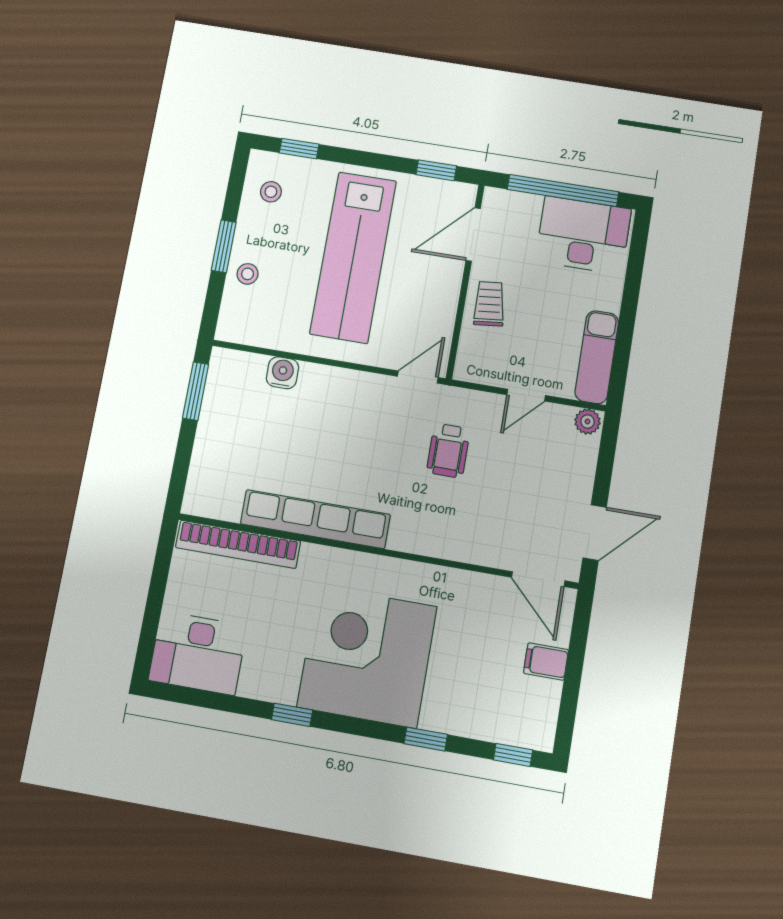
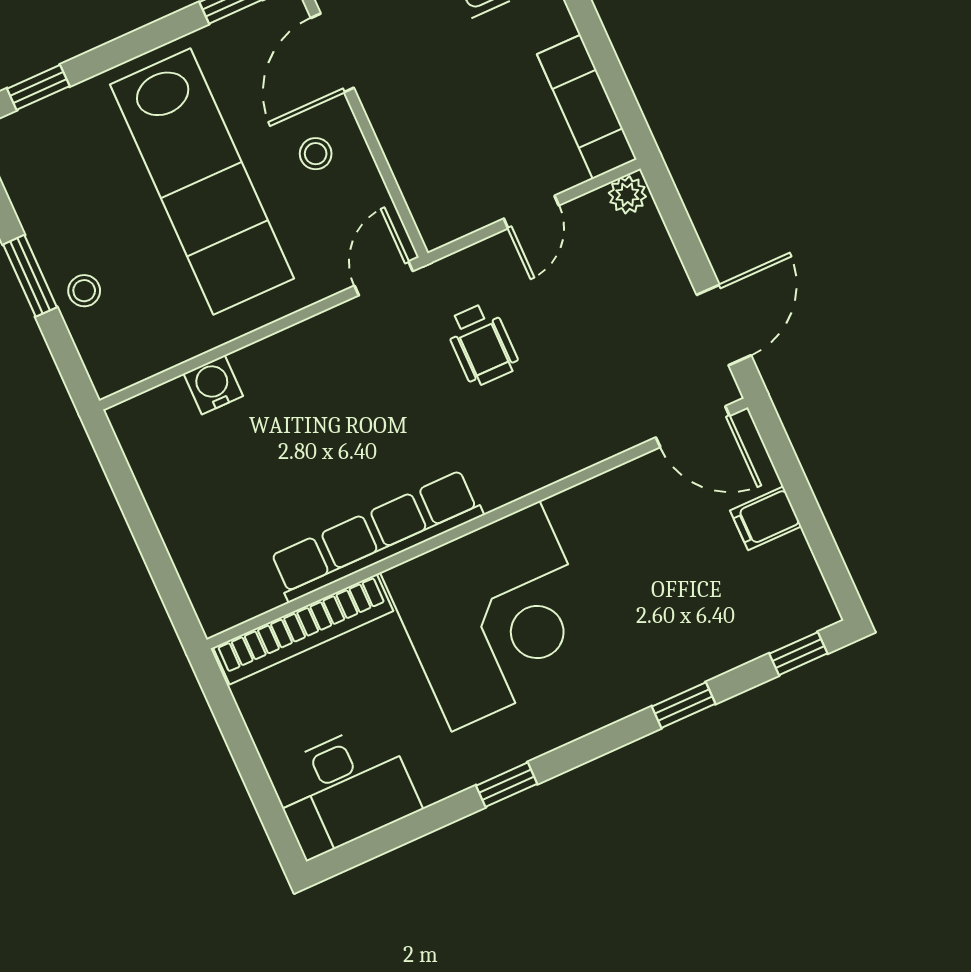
stool: (271, 192) -> (316, 154), moved
trolley: (489, 304) -> (411, 128), removed
window: (196, 391) -> (122, 479), removed
corner desk: (367, 657) -> (496, 616), moved, turned 180

